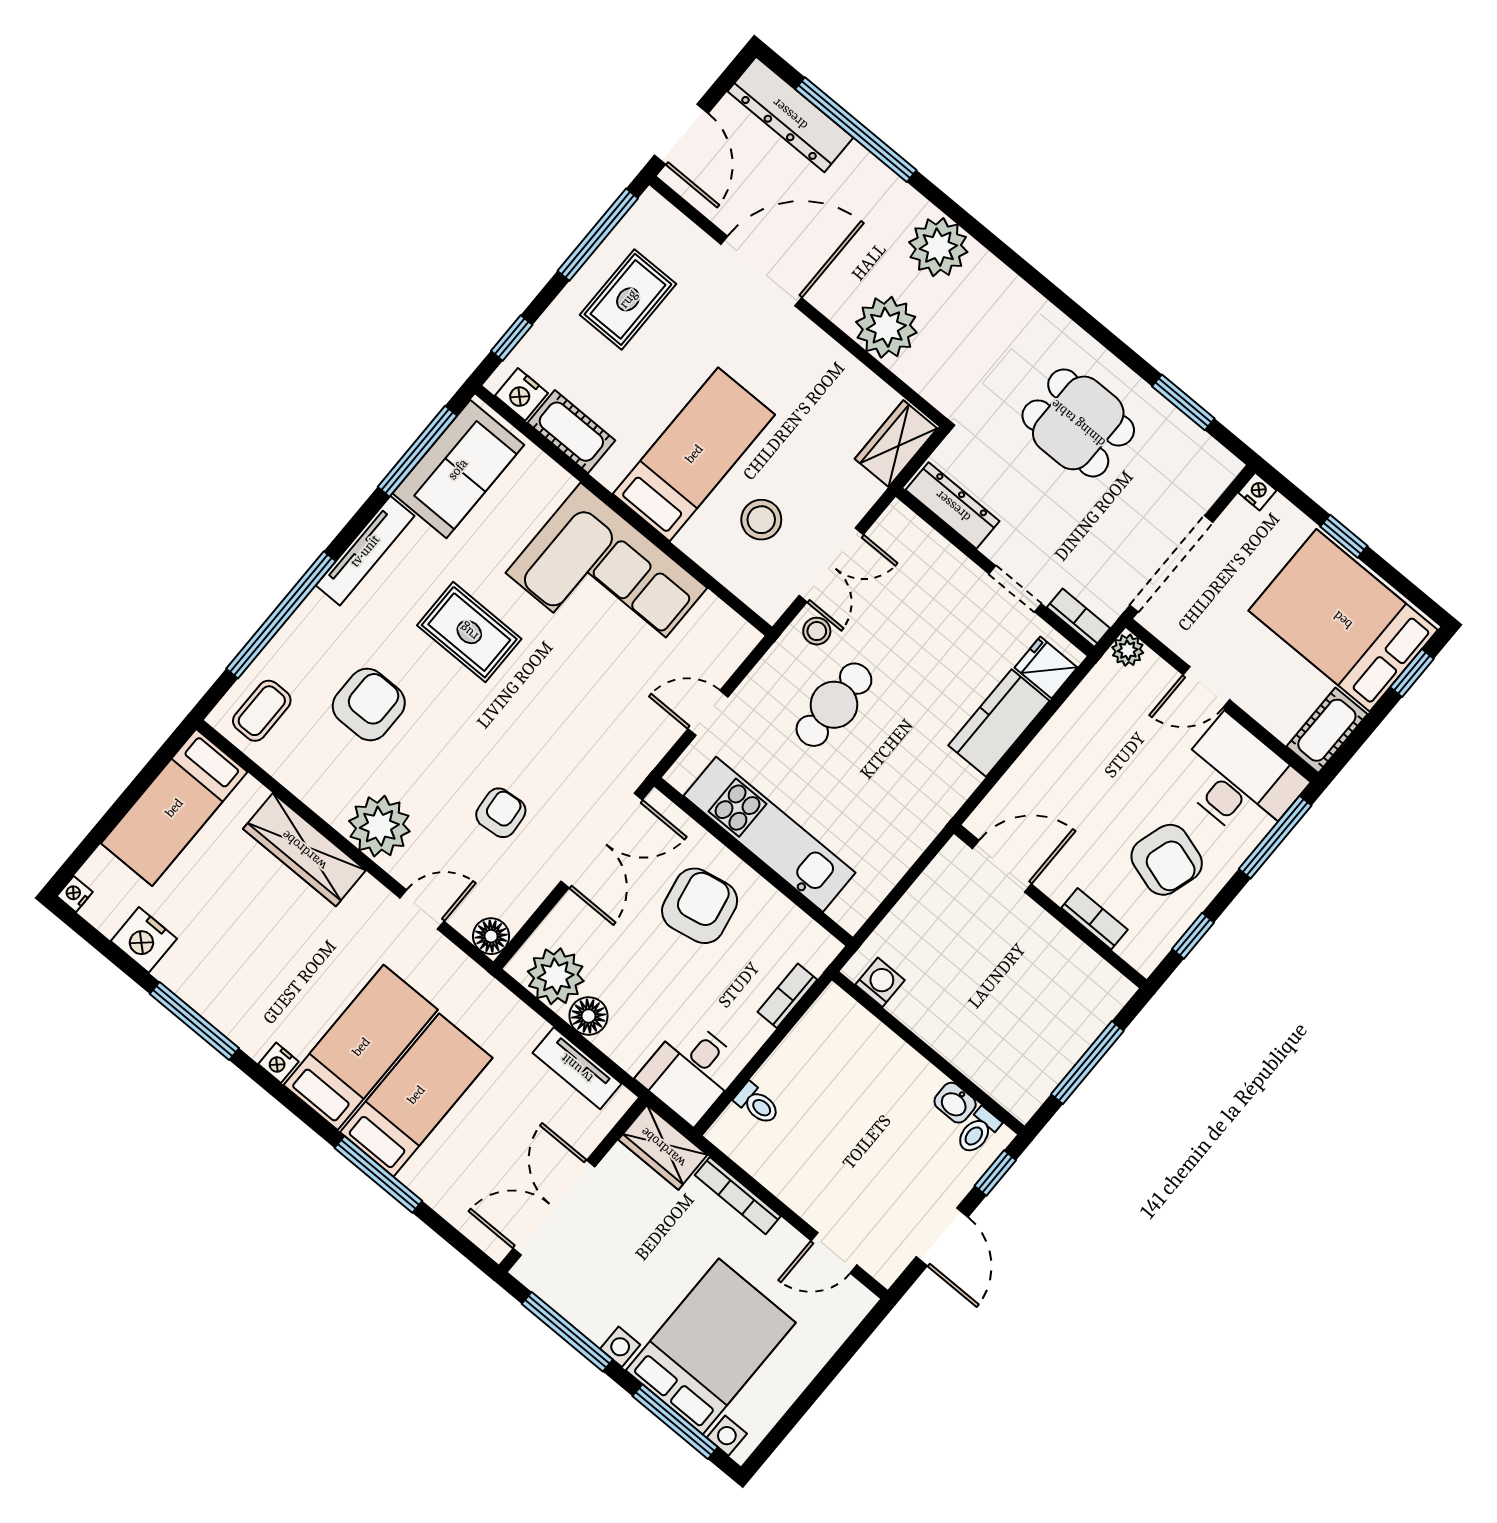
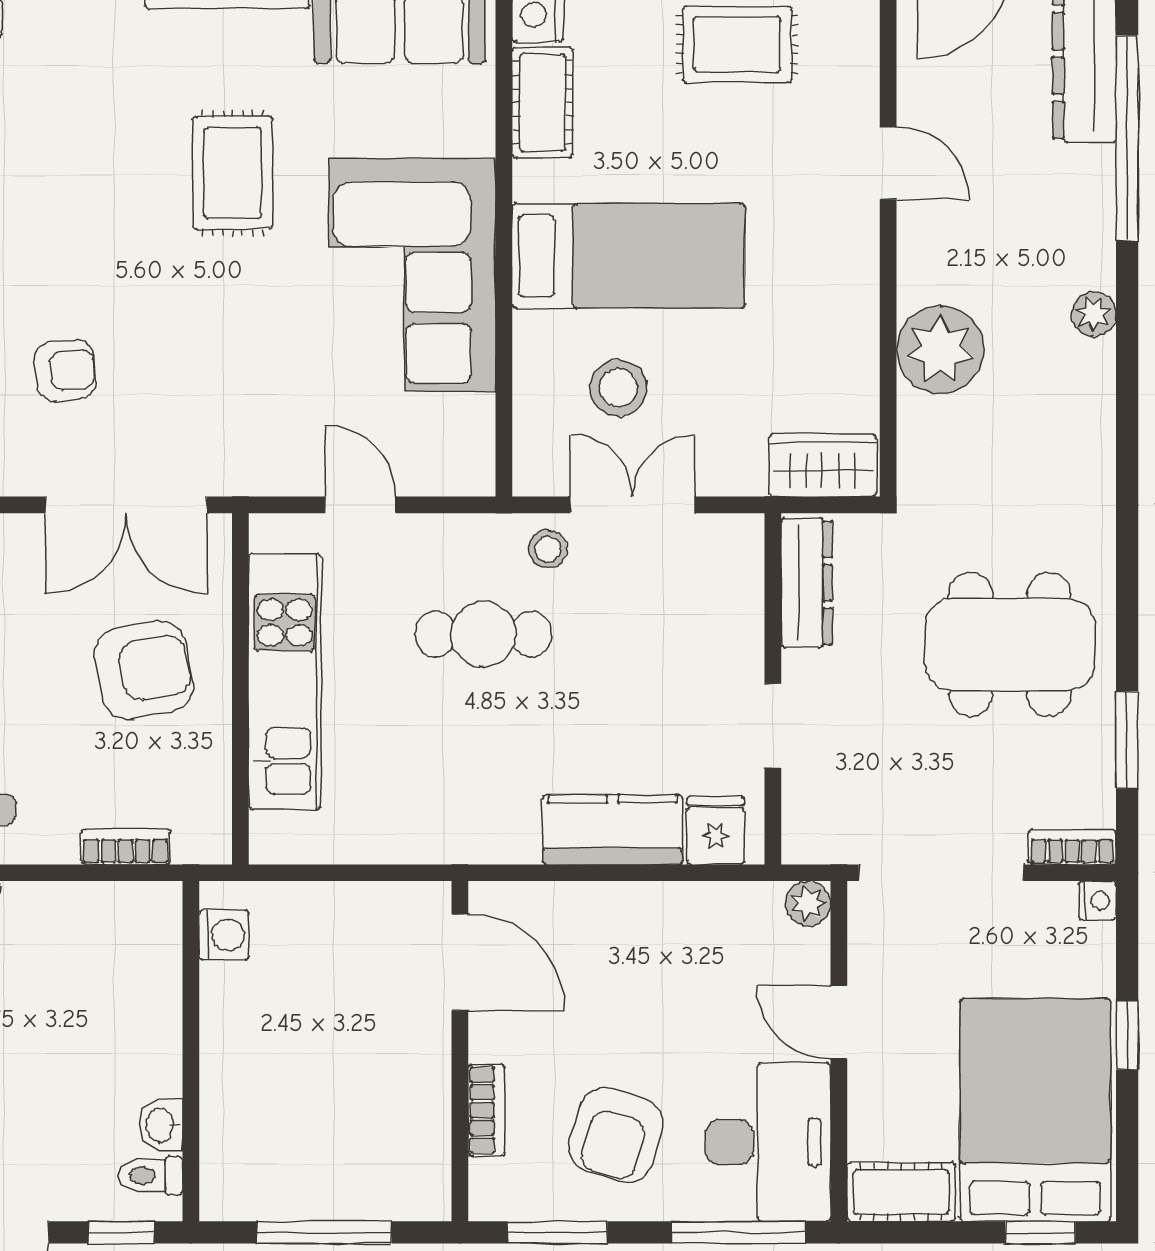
plant: (938, 247) -> (1094, 314), width x0.53, depth x0.53
door: (761, 271) -> (888, 163), width x0.53
dining table: (1078, 423) -> (1010, 644), width x1.38
double door: (831, 565) -> (632, 505), swing flipped
bookcase: (1078, 618) -> (1072, 847), moved, turned -90
armchair: (369, 704) -> (63, 129), removed
window: (1193, 936) -> (557, 1232), width x1.50

